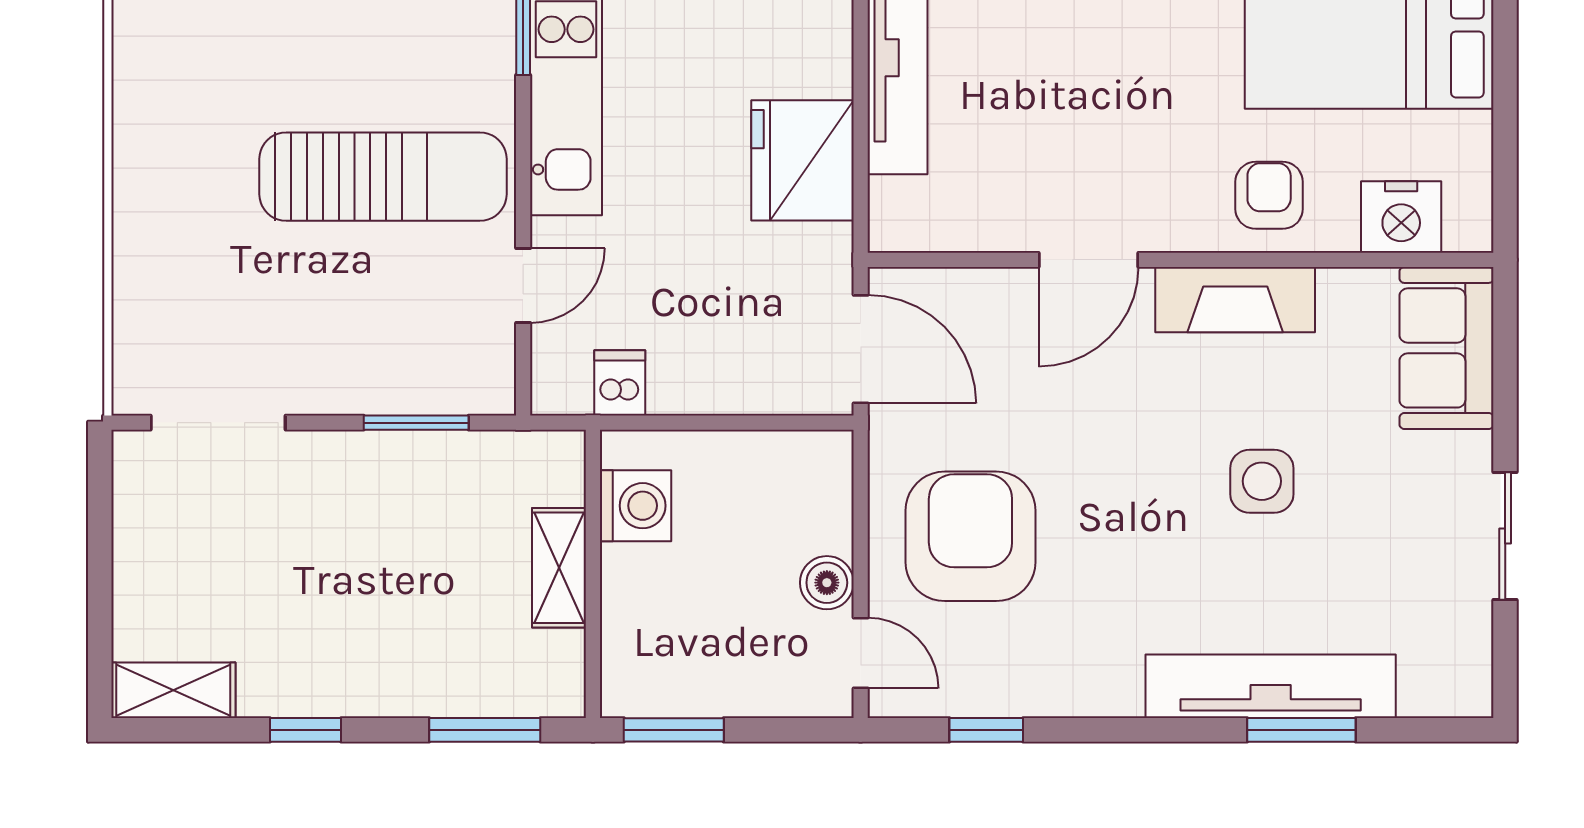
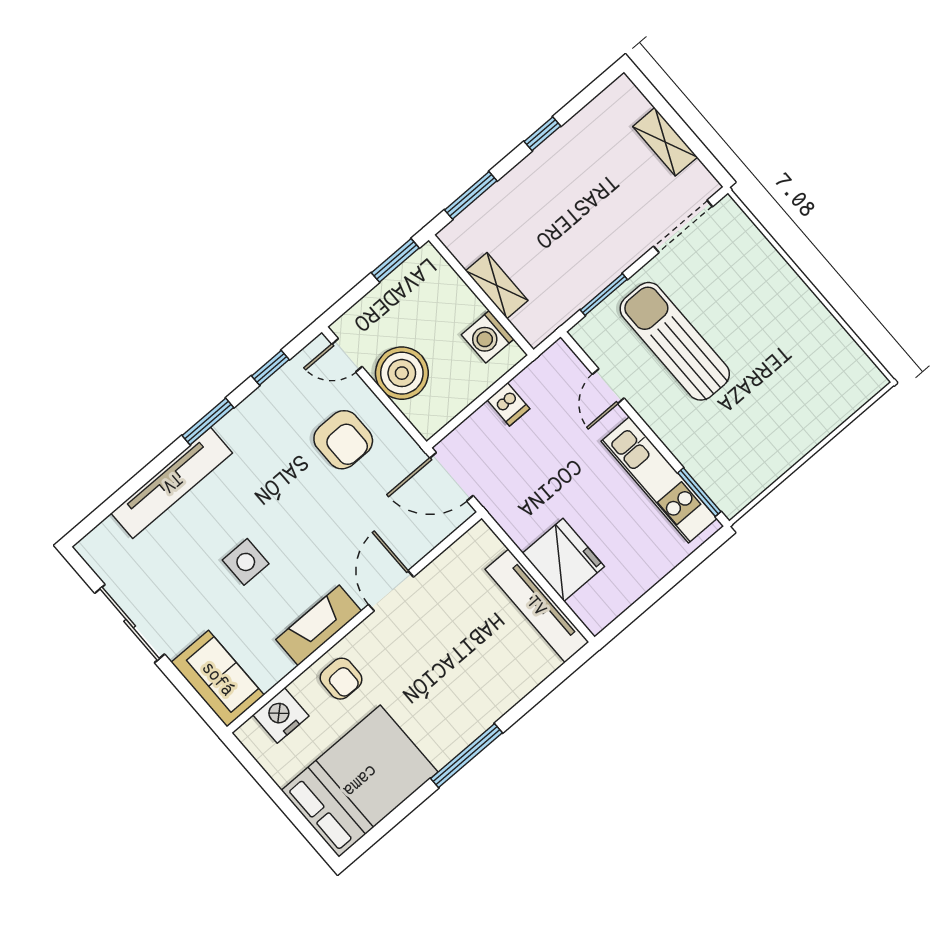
fridge: (802, 160) -> (563, 560), moved
sun lounger: (383, 177) -> (675, 341), moved, turned 90
dishwasher: (620, 383) -> (508, 404), moved
armchair: (970, 536) -> (343, 440), width x0.73, depth x0.73
sliding door: (1505, 536) -> (130, 624), width x1.37
boiler: (827, 583) -> (402, 373), width x1.86, depth x1.86
shelving: (173, 690) -> (665, 142), moved, turned 90
window: (1301, 730) -> (208, 421), moved

